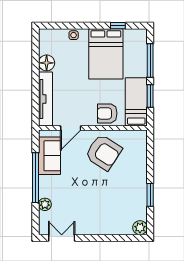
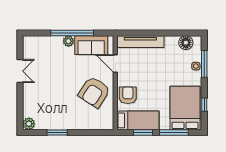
window: (71, 26) -> (204, 64), added
bed: (106, 54) -> (185, 108), moved, turned 90
floor lamp: (47, 63) -> (186, 43), moved
plant: (45, 204) -> (68, 41), moved
double door: (62, 238) -> (20, 71), moved

